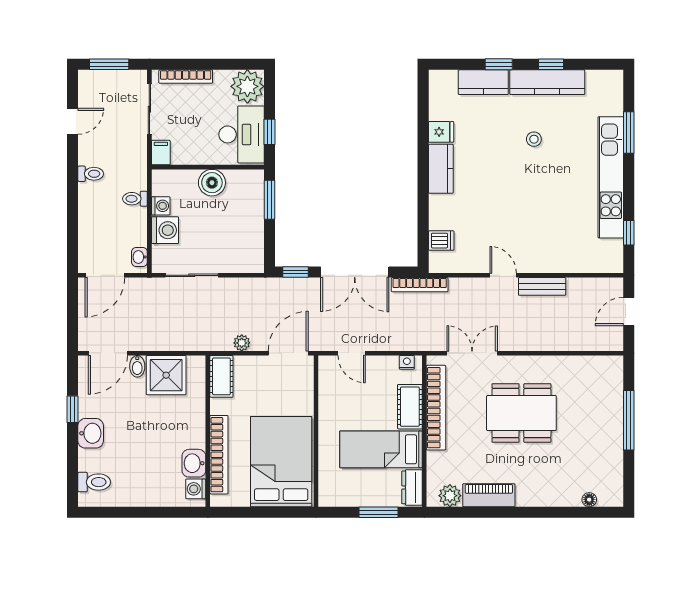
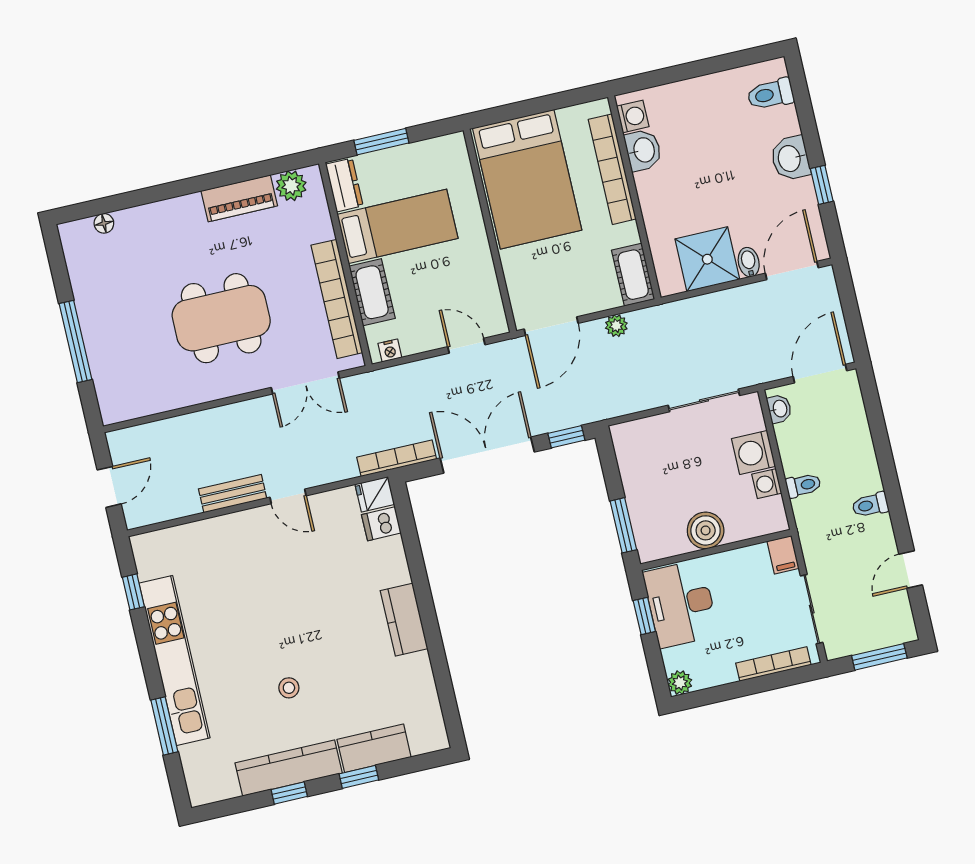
plant: (247, 86) -> (680, 683), width x0.53, depth x0.53
fridge: (441, 132) -> (375, 494), moved

